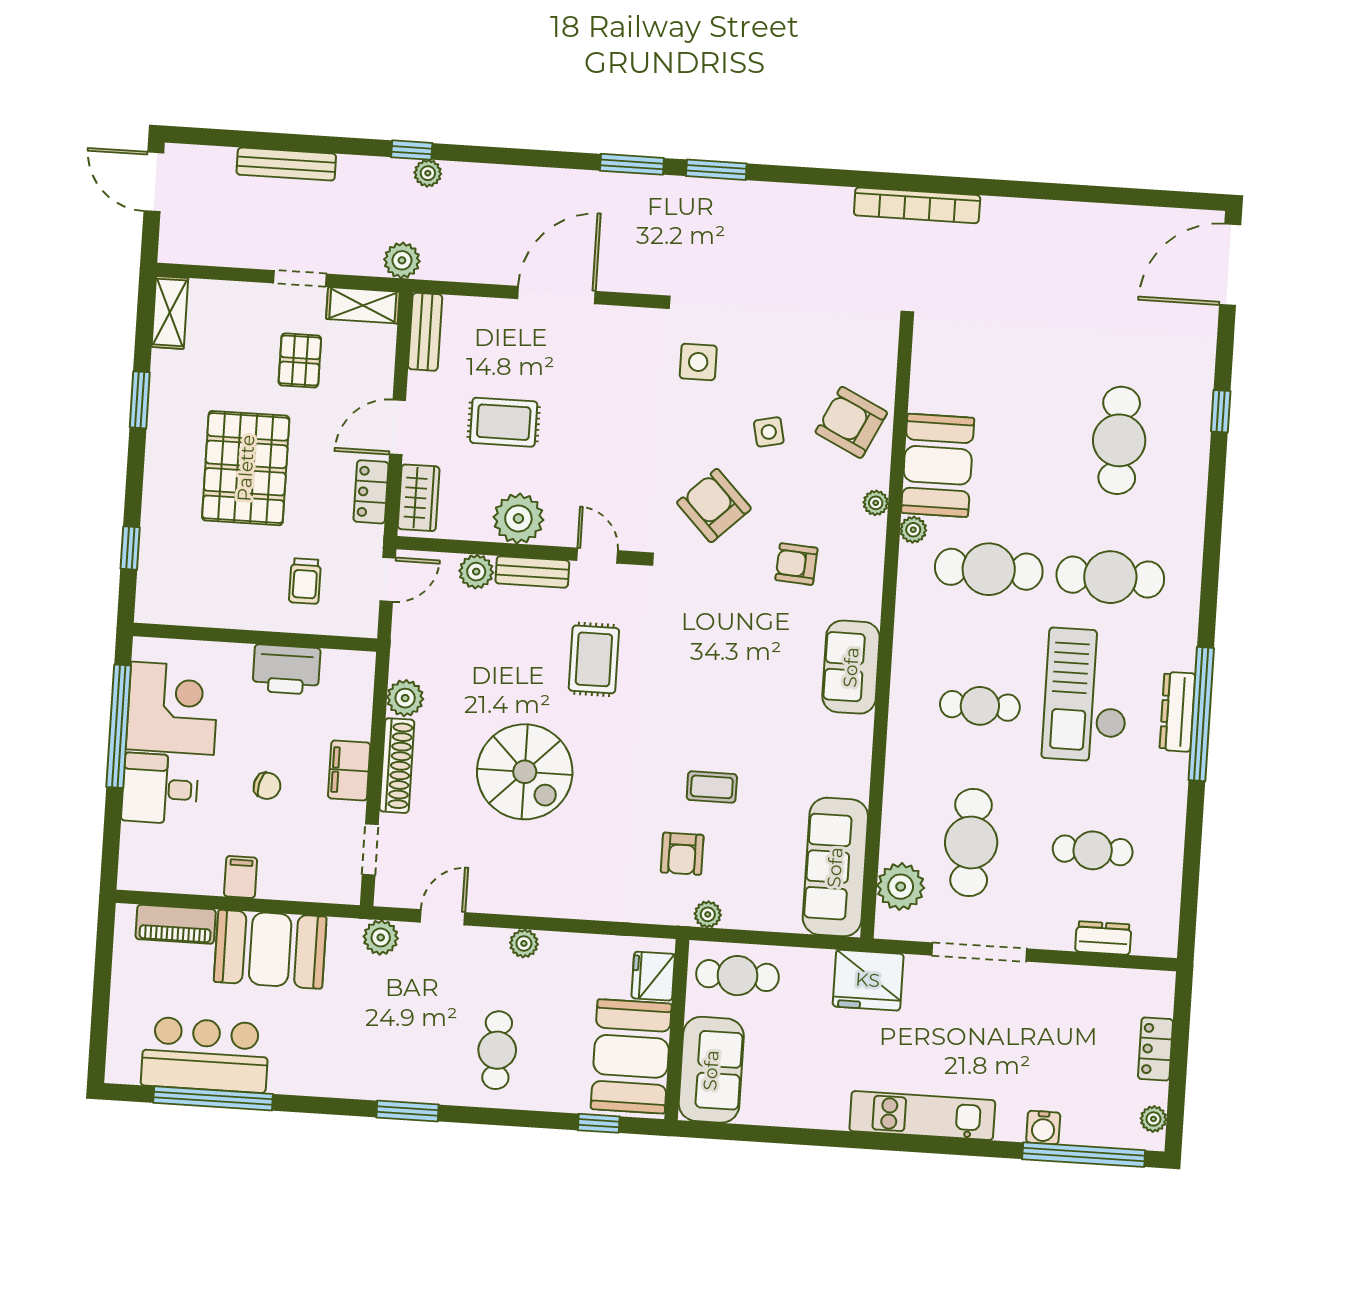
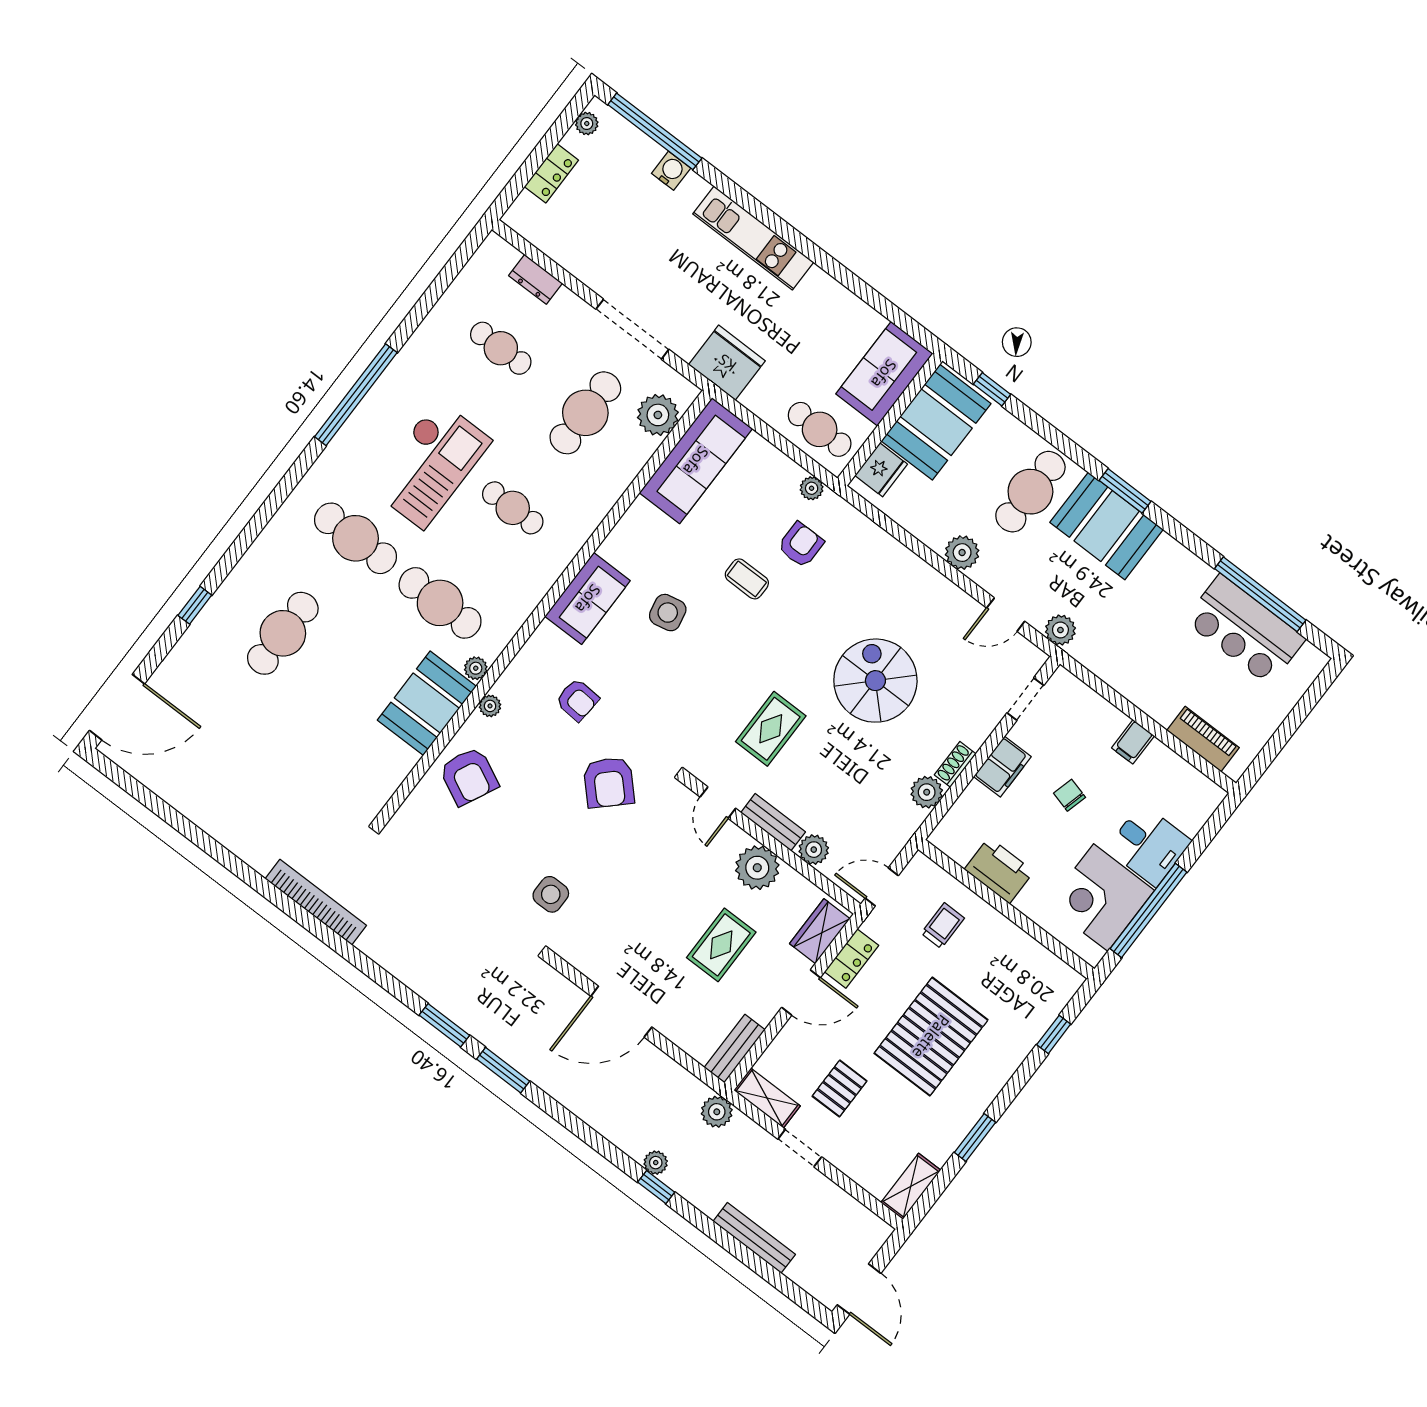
rug: (504, 422) -> (721, 945), turned 90
side table: (769, 432) -> (668, 613), moved, width x1.37, depth x1.37
dresser: (1177, 712) -> (372, 408), removed
shoe rack: (397, 766) -> (955, 764), width x0.51, depth x0.81
plant: (524, 943) -> (962, 553), width x1.38, depth x1.38
booth: (270, 949) -> (1107, 526), moved
cafe table: (497, 1050) -> (1030, 492), width x1.37, depth x1.35

